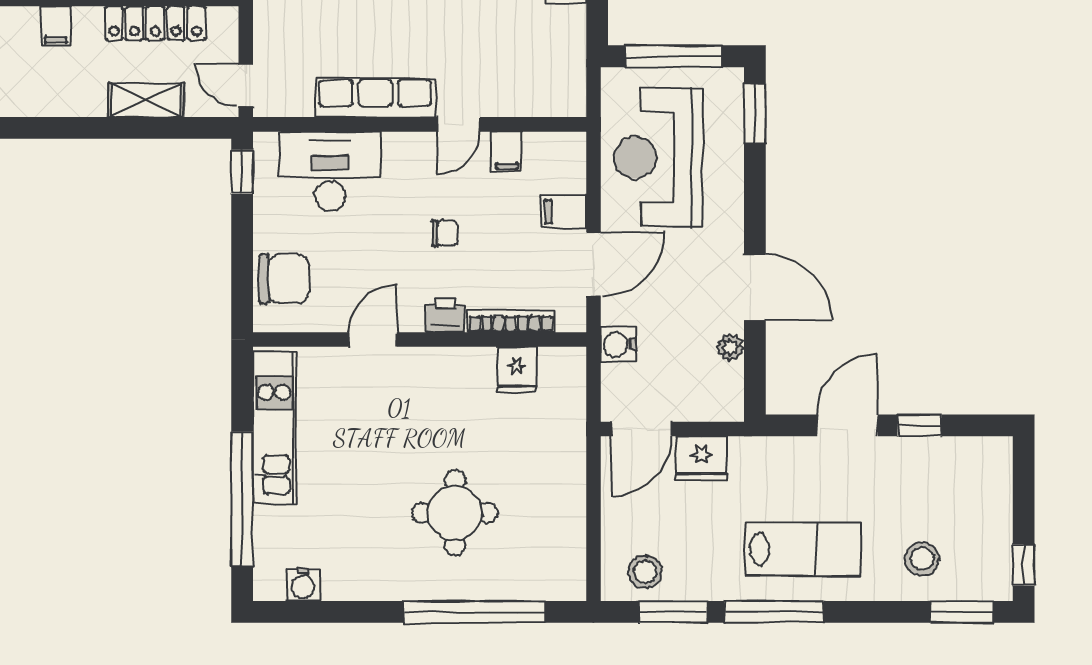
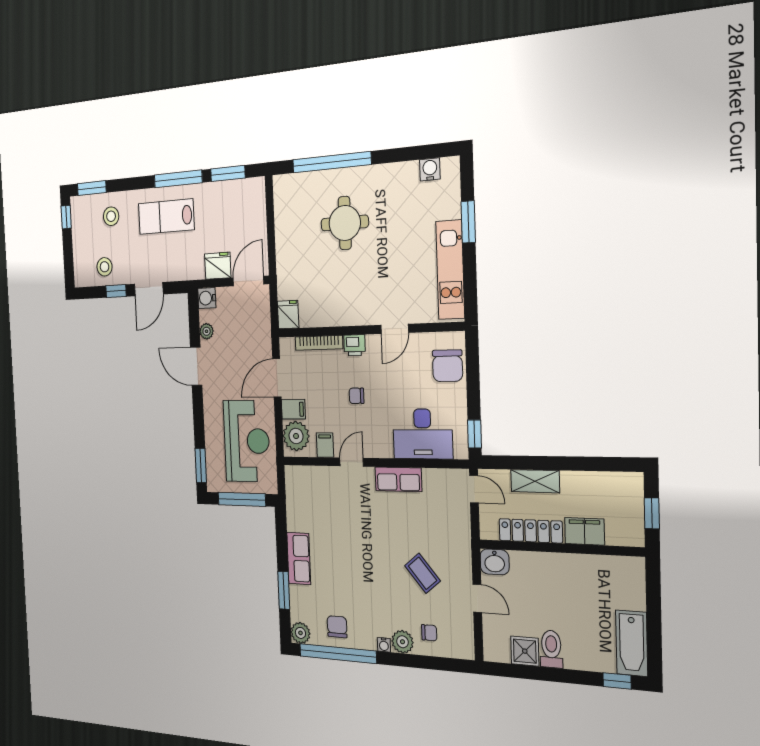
filing cabinet: (56, 26) -> (585, 531), width x2.00
row of seats: (375, 98) -> (398, 479), width x0.68
plant: (561, 167) -> (296, 436), added
chair: (284, 279) -> (448, 366), turned -90
water cooler: (618, 344) -> (207, 298), moved, turned 180
fridge: (517, 370) -> (288, 315), moved
window: (242, 499) -> (468, 222), width x0.47
stool: (645, 572) -> (105, 267), moved

